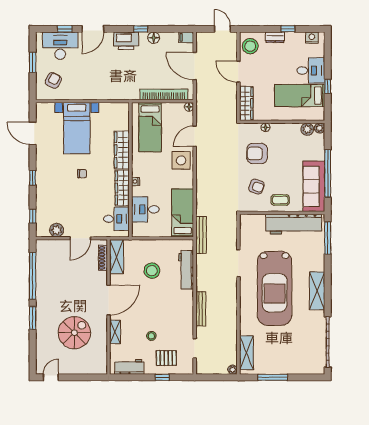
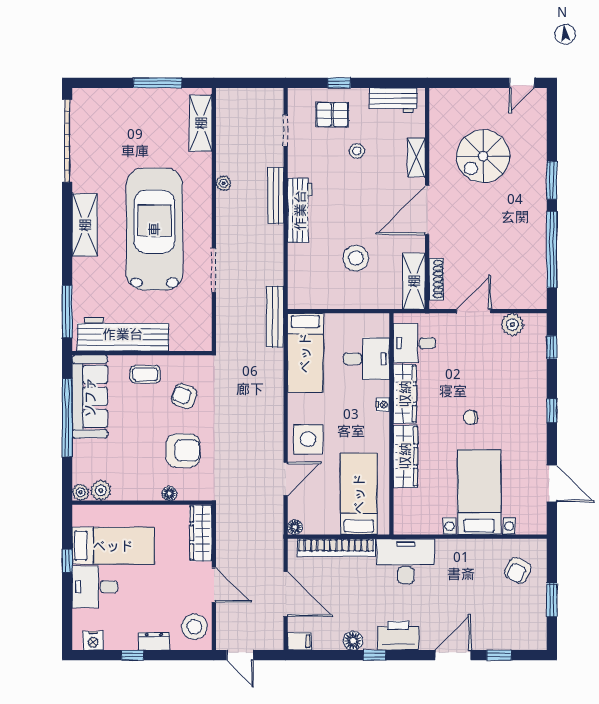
desk: (60, 46) -> (406, 561), moved, turned 180
workbench: (186, 270) -> (300, 210), moved
plant: (233, 370) -> (223, 183), moved

